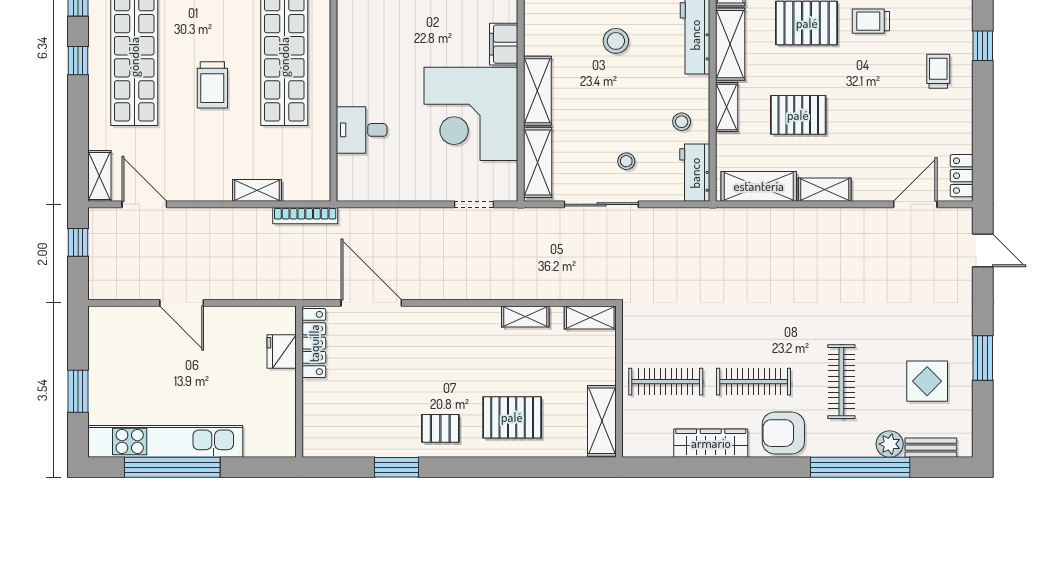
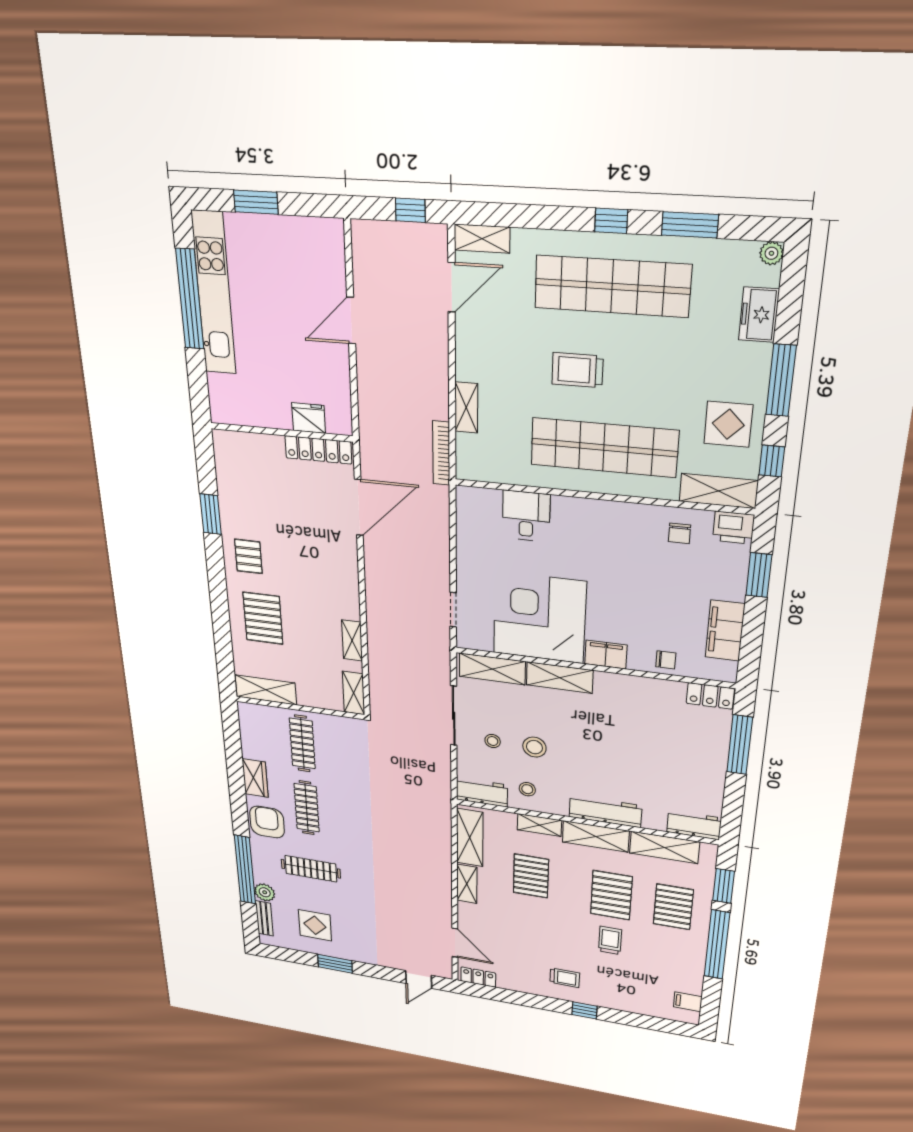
stool: (616, 41) -> (534, 747), moved
wardrobe: (711, 443) -> (255, 778), width x0.67

